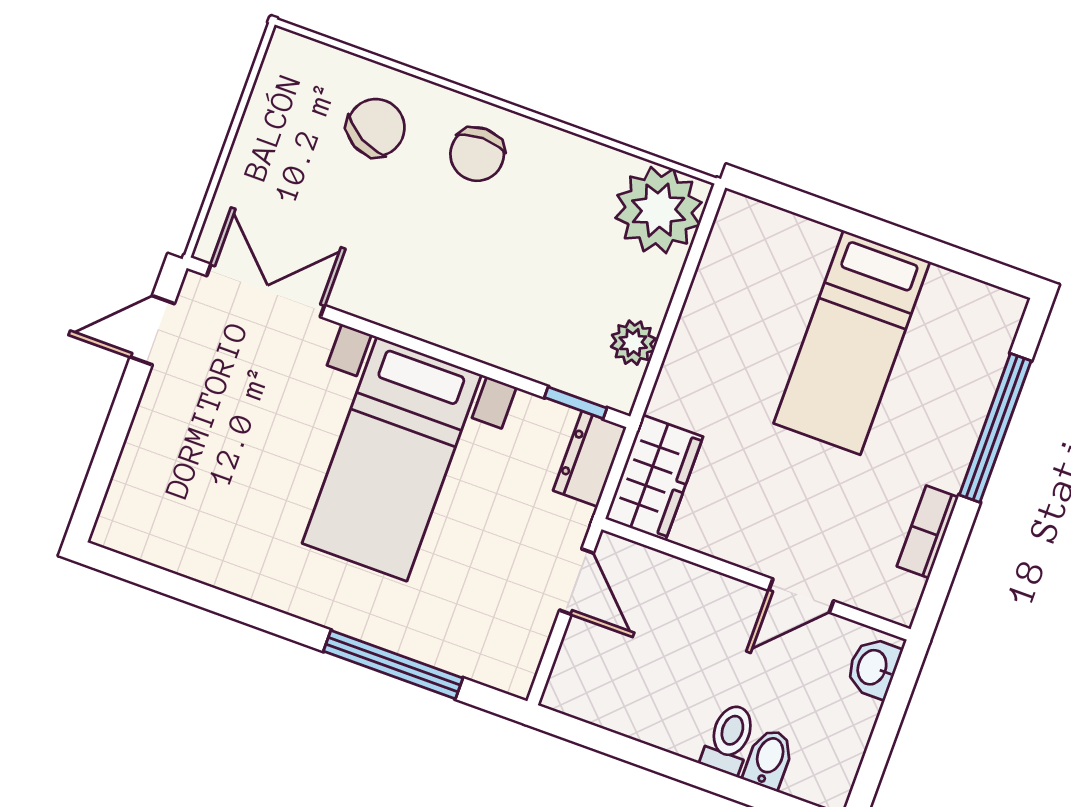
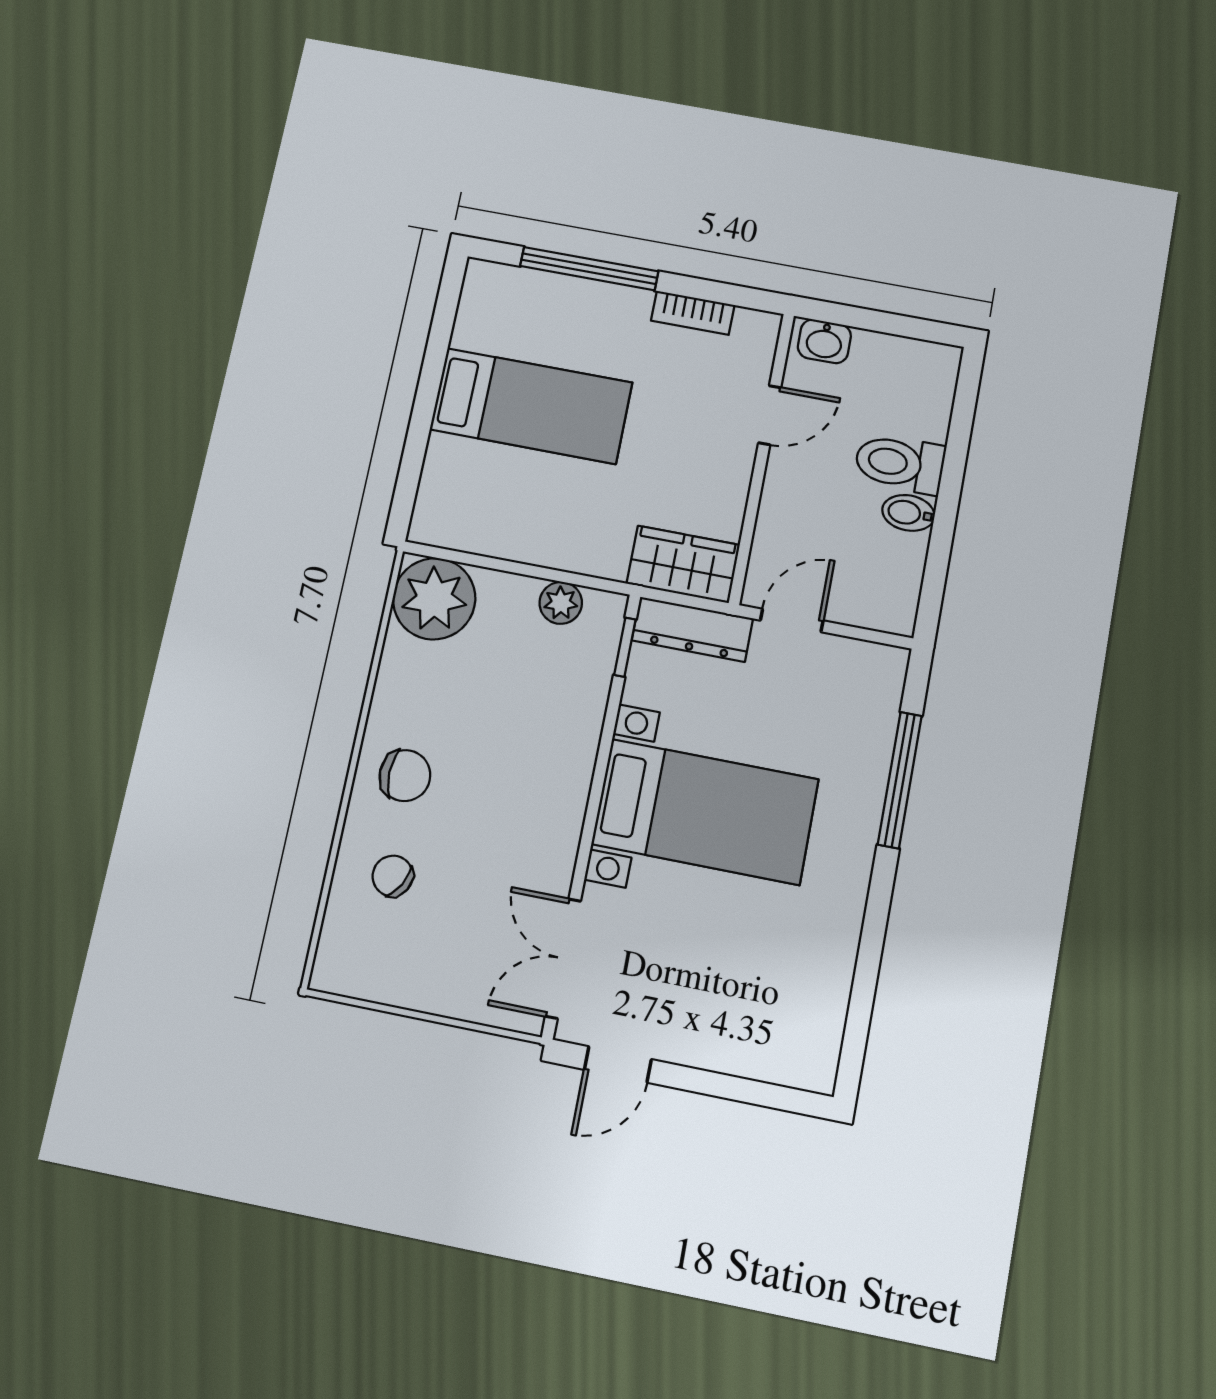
chair: (376, 128) -> (393, 876), width x0.73, depth x0.73
door: (152, 330) -> (618, 1064), hinge flipped
dresser: (590, 459) -> (692, 629), width x1.44
door: (801, 596) -> (770, 415), hinge flipped
toilet: (729, 739) -> (900, 463), width x1.37, depth x1.39
bidet: (769, 759) -> (908, 513), moved

